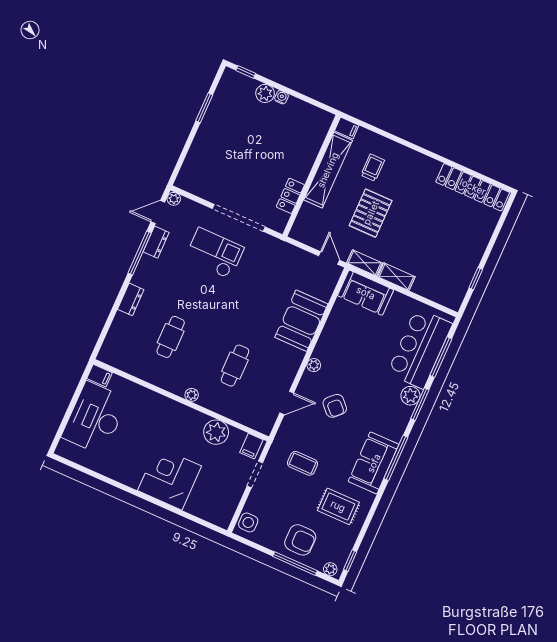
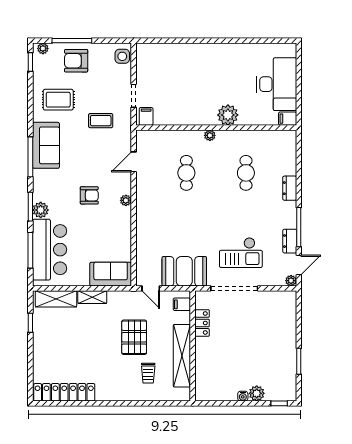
filing cabinet: (347, 128) -> (182, 304), moved
shelving: (365, 263) -> (56, 299), moved, width x1.50, depth x1.33
booth: (301, 321) -> (184, 271), moved, turned 90
armchair: (335, 406) -> (89, 195), moved, turned 134
plant: (216, 432) -> (228, 115), moved
corner desk: (169, 478) -> (198, 63), removed

